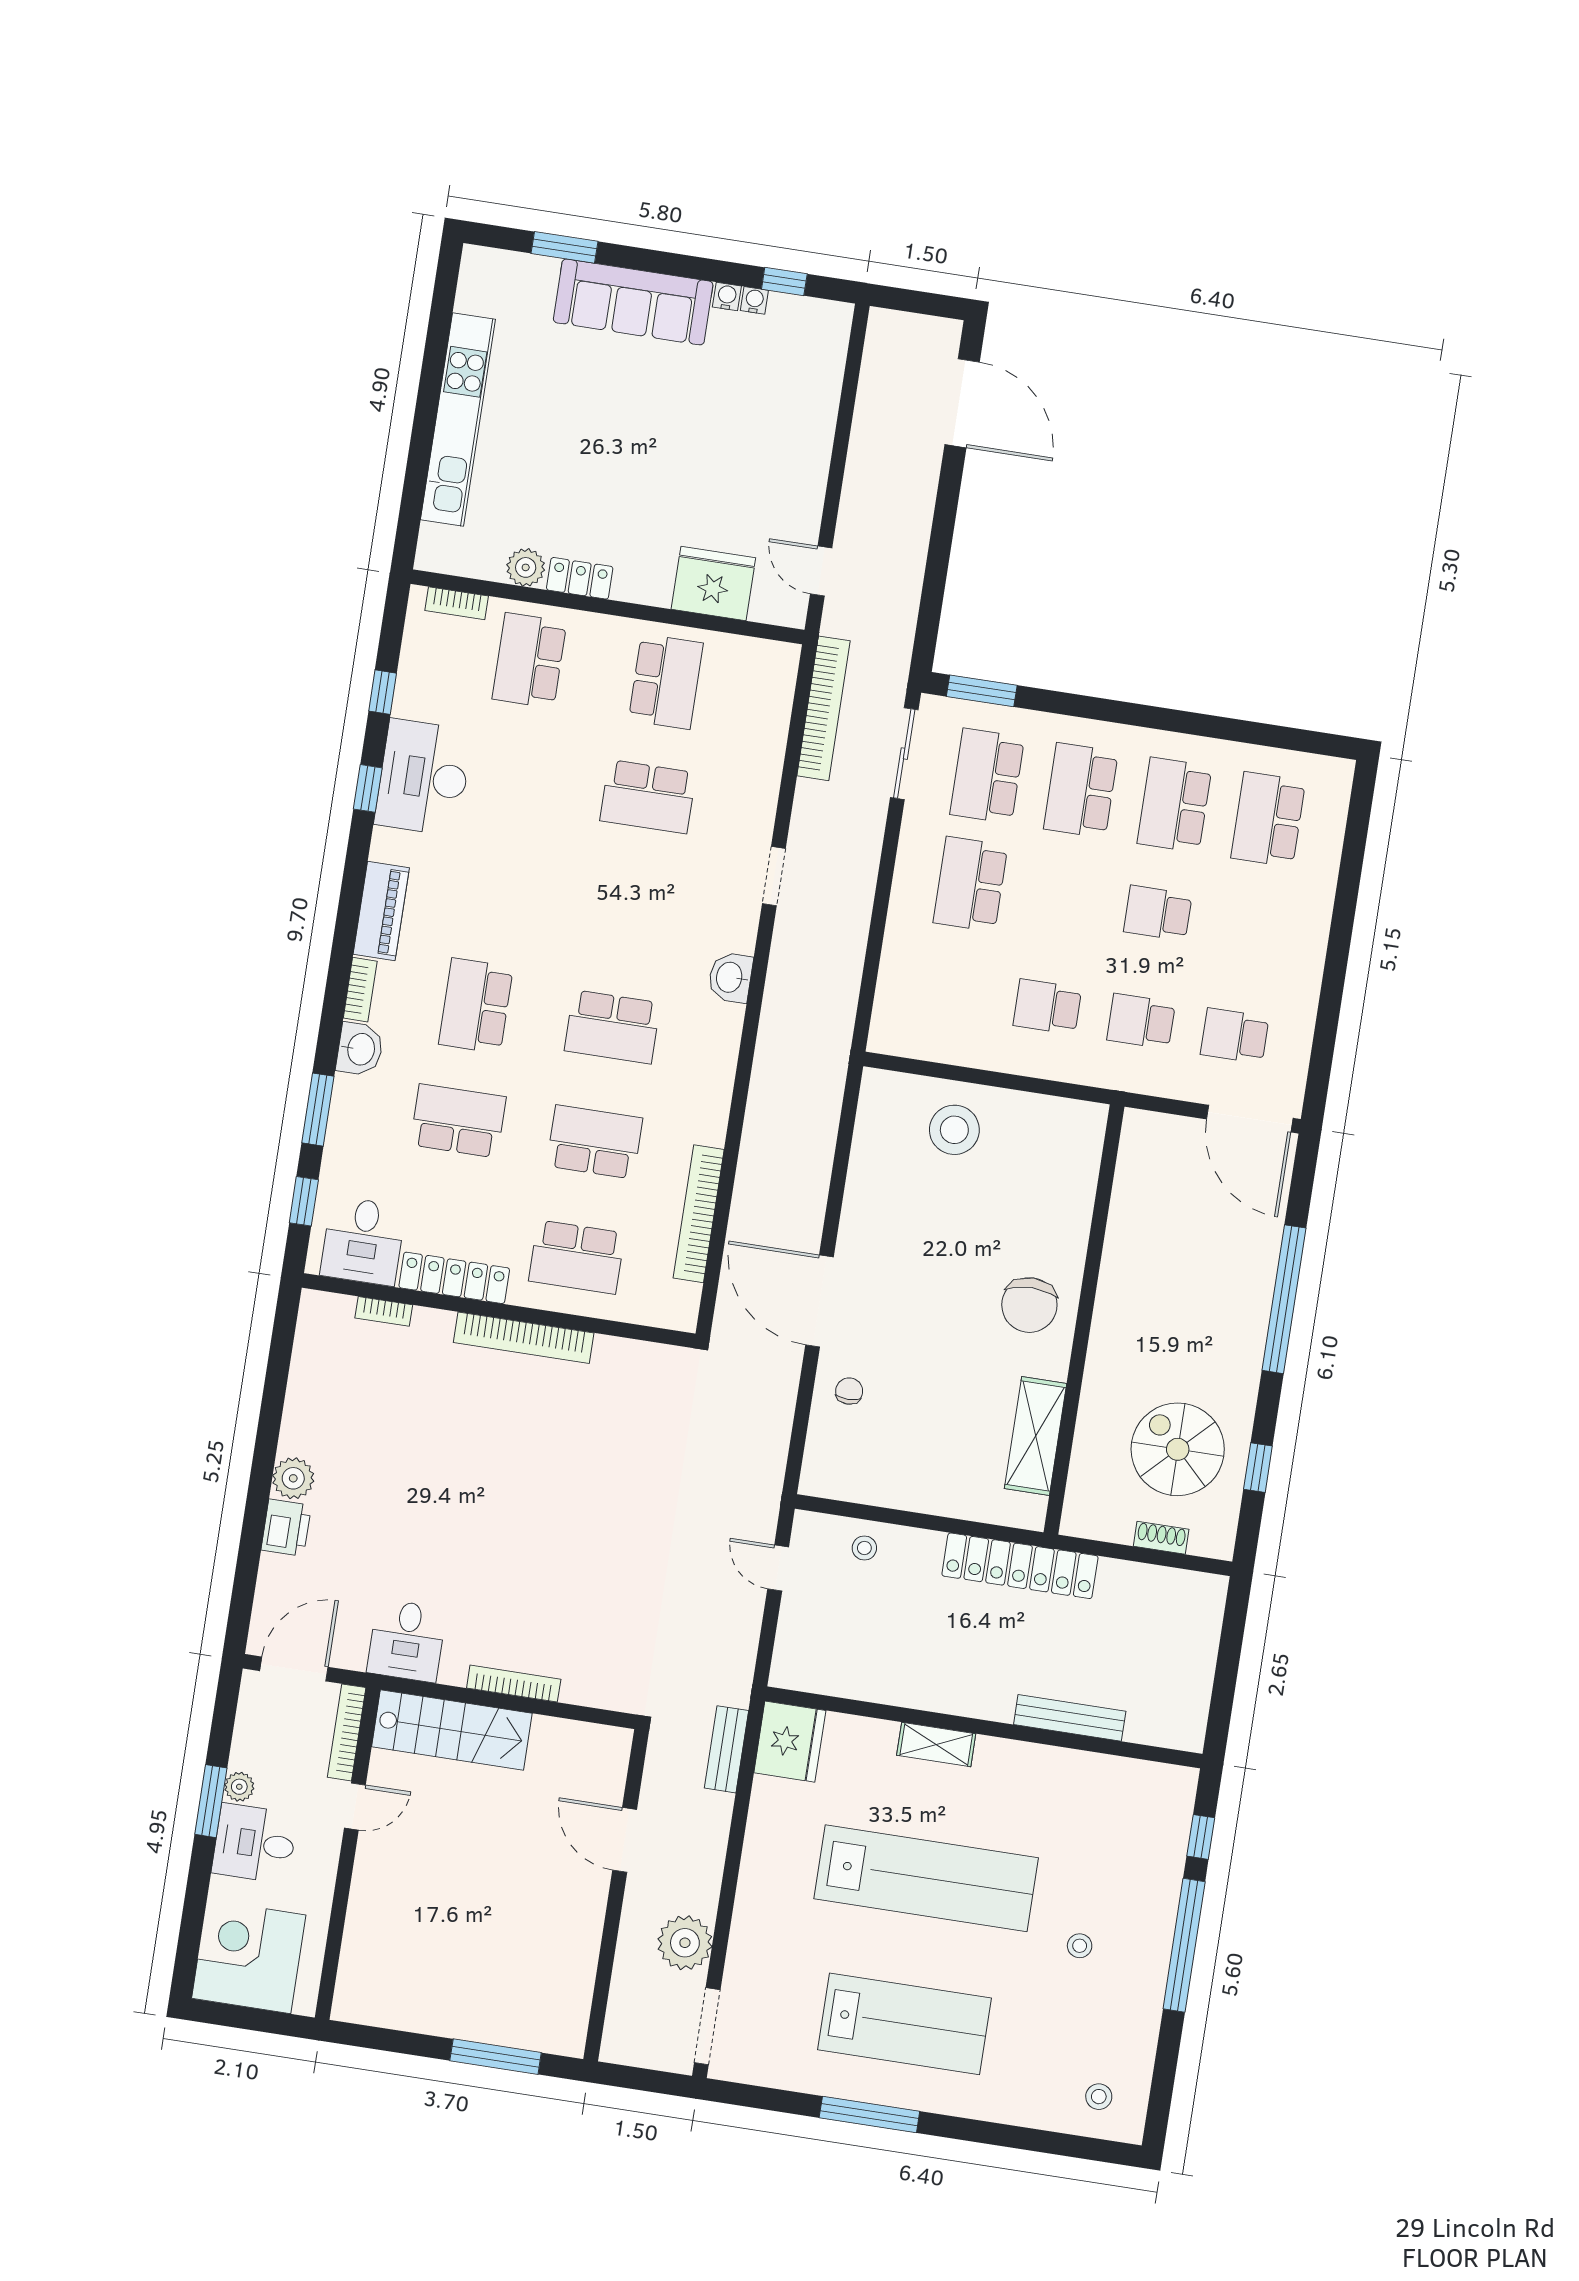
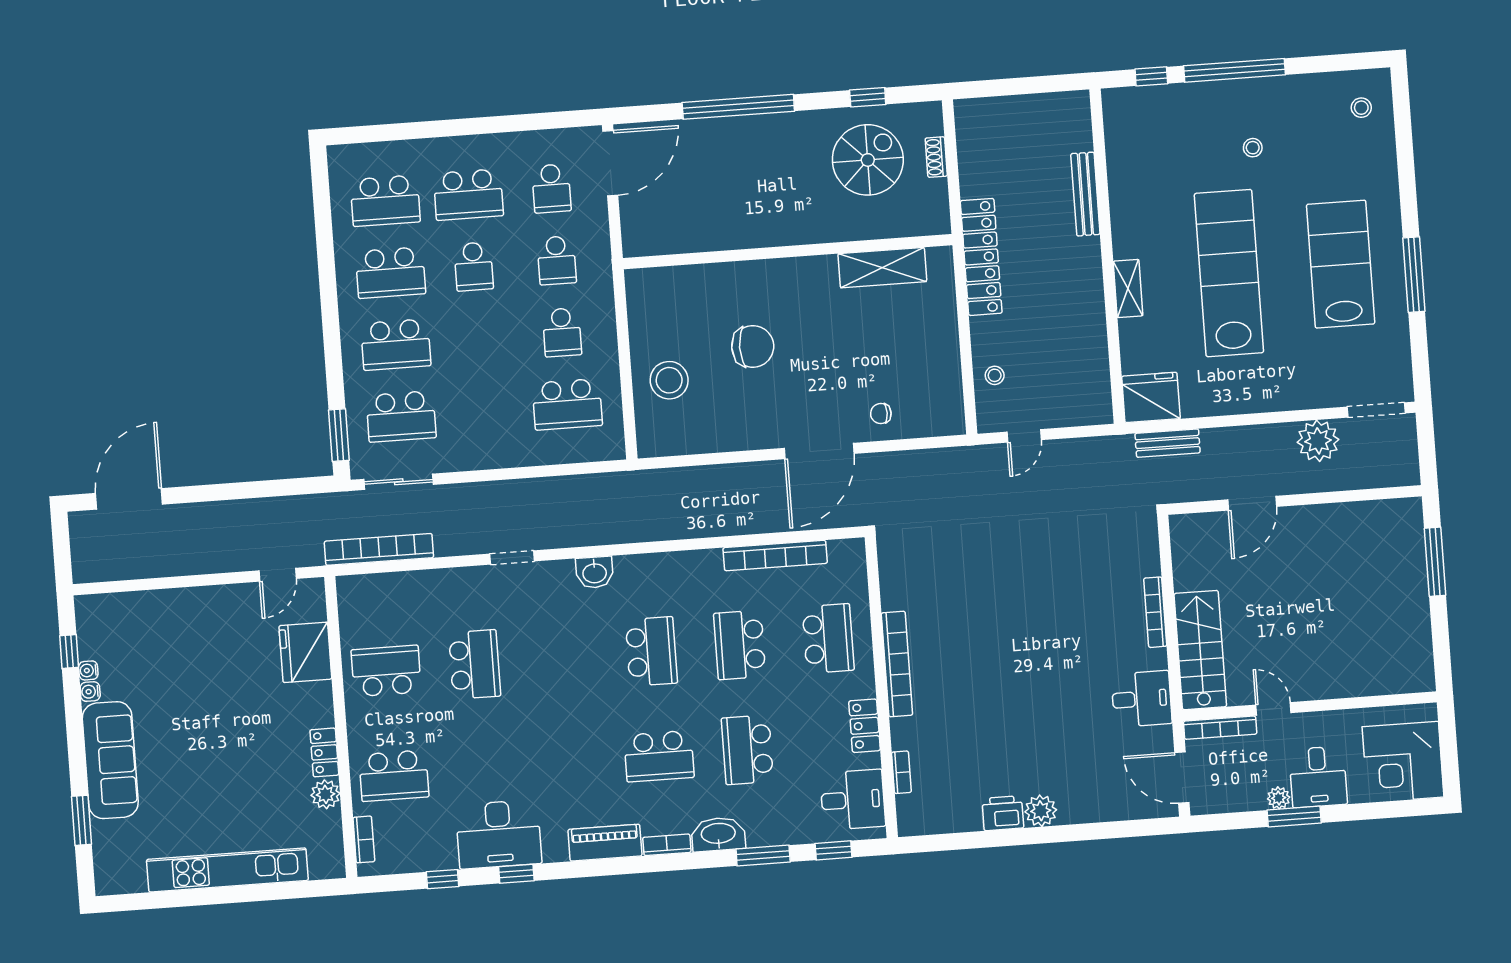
school desk: (970, 884) -> (567, 404), moved
school desk: (1251, 928) -> (468, 195), added
washbasin: (360, 1049) -> (718, 834), width x1.38
locker: (454, 1278) -> (865, 726), width x0.66
chair: (1029, 1305) -> (753, 346), moved
spiral stairs: (1178, 1449) -> (868, 160), turned 180
printer: (286, 1528) -> (1003, 813), moved

